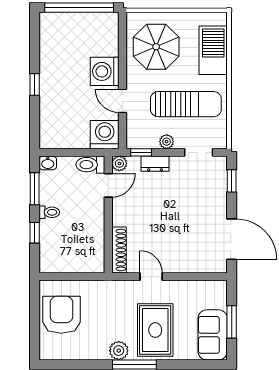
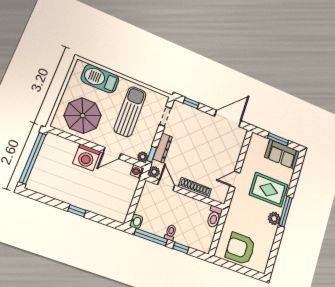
washing machine: (105, 135) -> (137, 171), width x0.53, depth x0.53
plant: (167, 142) -> (143, 157), moved
dresser: (155, 164) -> (163, 148), width x1.44
toilet: (90, 165) -> (214, 217), moved
window: (35, 189) -> (151, 237), width x1.44
shoe rack: (119, 250) -> (195, 188), moved

